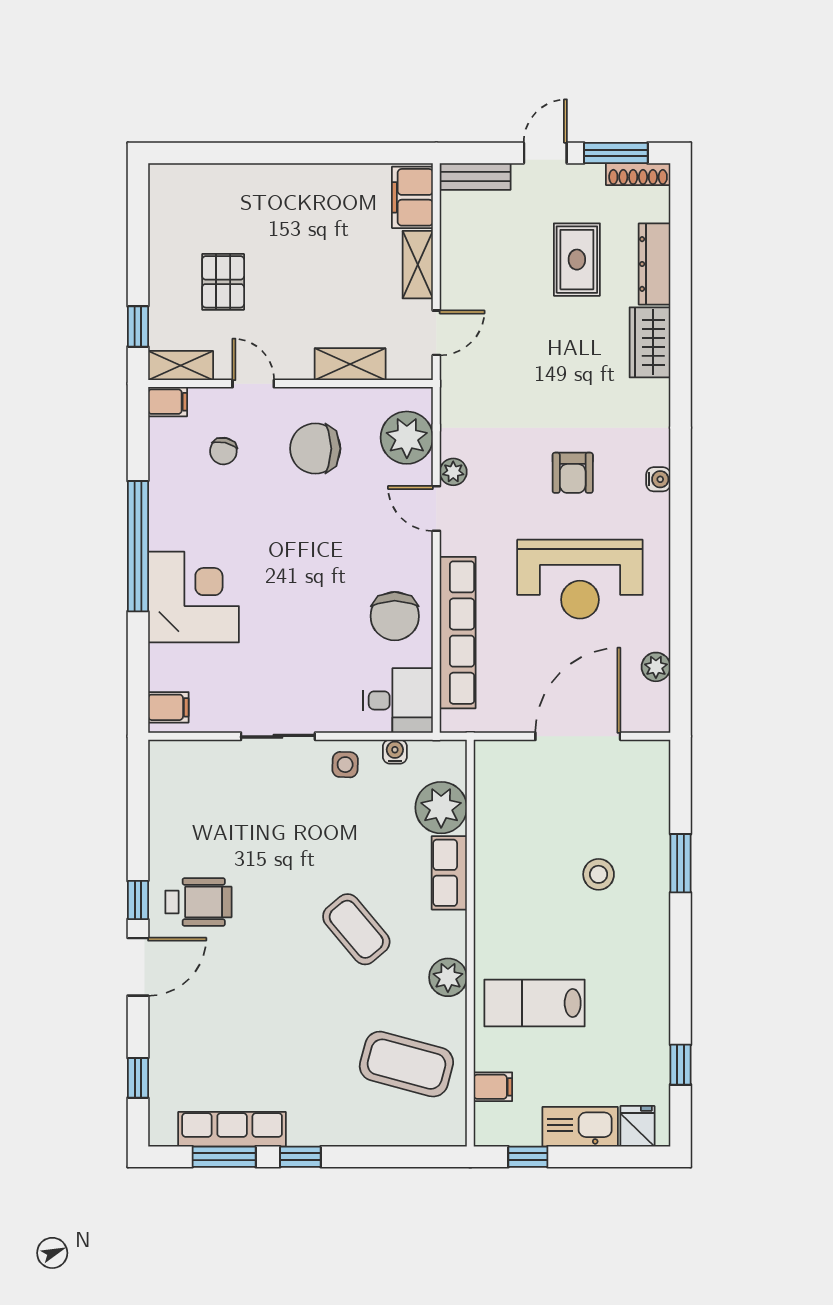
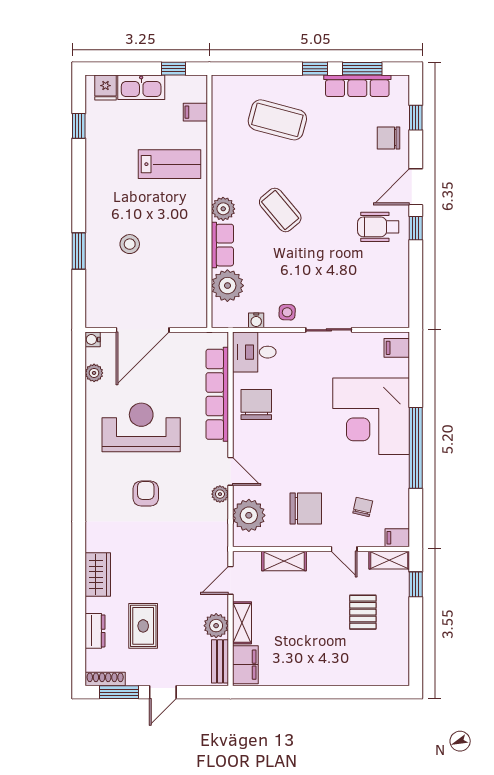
bench: (475, 177) -> (220, 661), moved, turned 90
plant: (459, 260) -> (216, 626), added
dresser: (654, 264) -> (95, 631), width x0.70
water cooler: (658, 479) -> (93, 339), moved
corner desk: (193, 597) -> (371, 416), width x1.36, depth x1.36
plant: (448, 977) -> (223, 209), moved
chair: (182, 1045) -> (389, 138), added
coffee table: (406, 1064) -> (277, 120), moved

